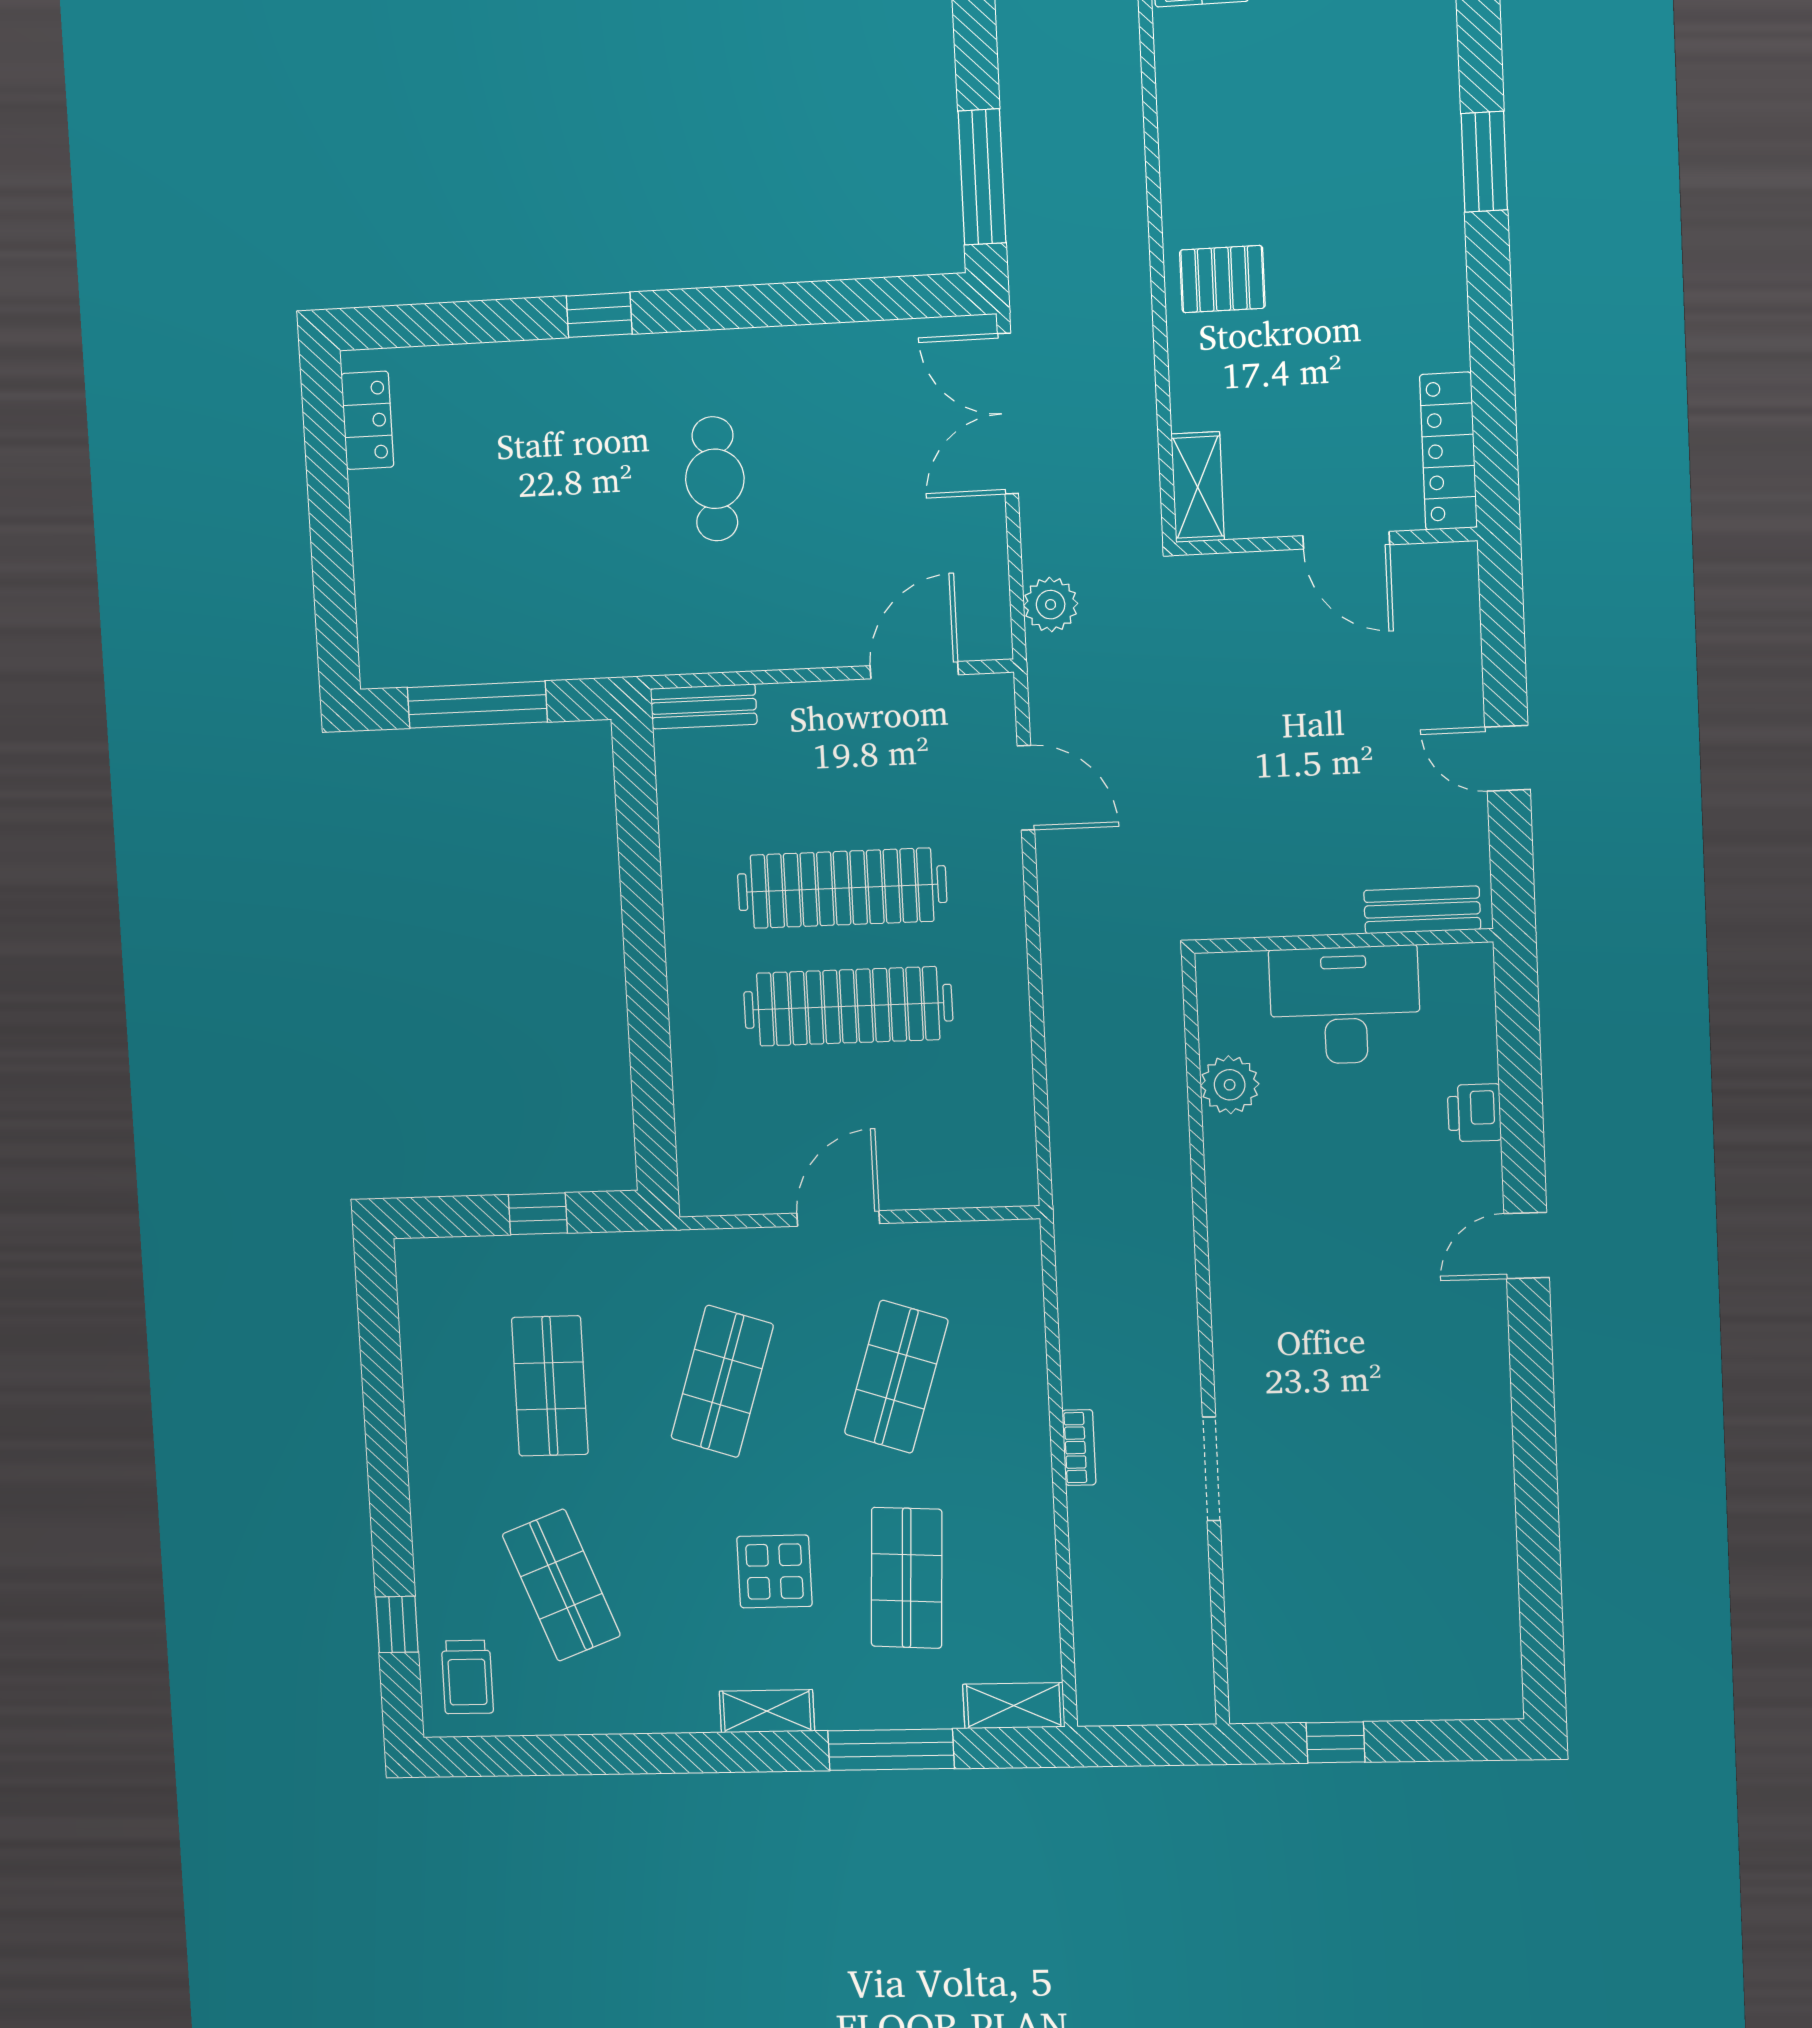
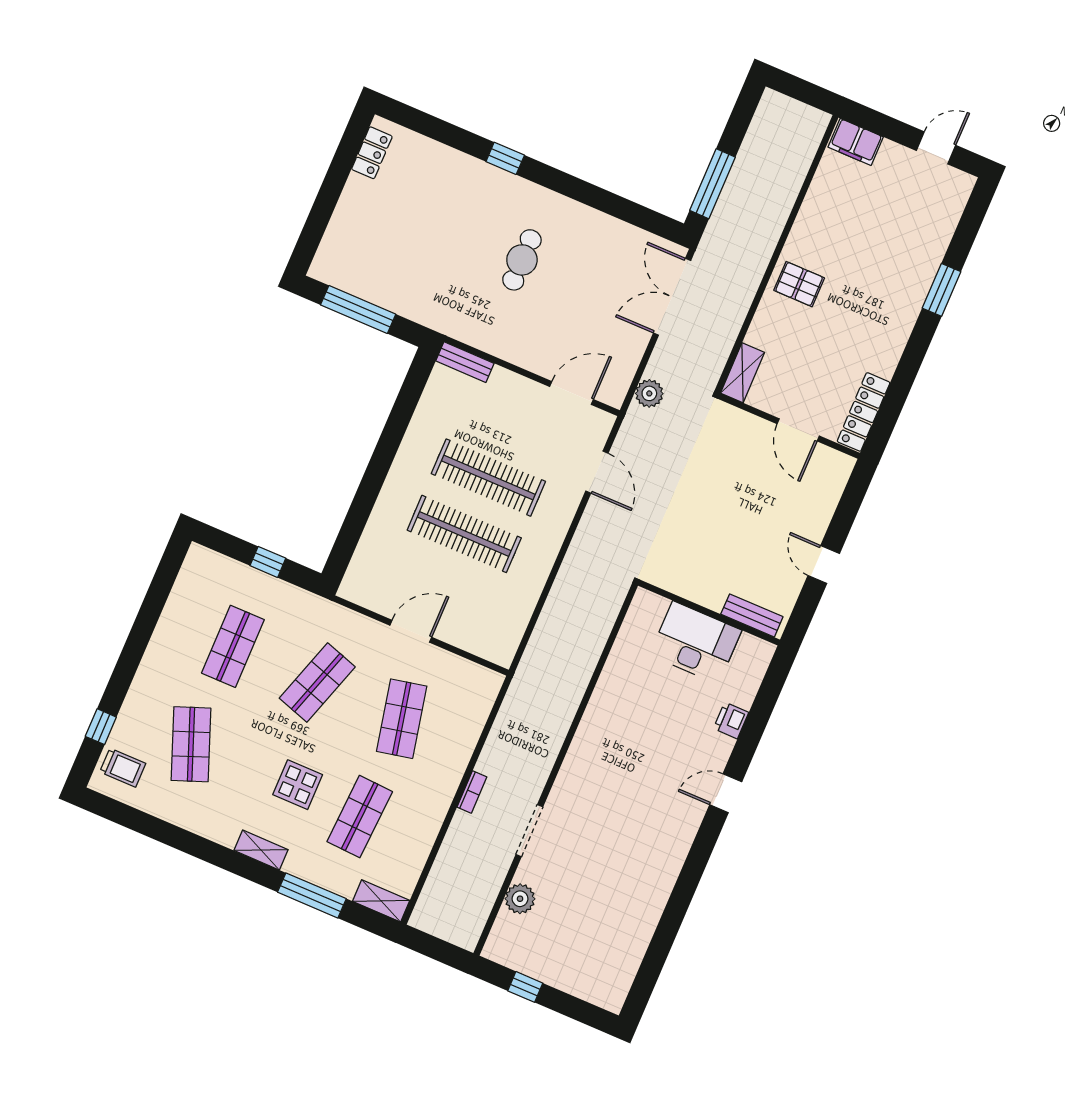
plant: (1230, 1085) -> (520, 899), moved
shop shelf: (896, 1377) -> (402, 719), turned -30
trolley: (467, 1677) -> (123, 768), turned -90

